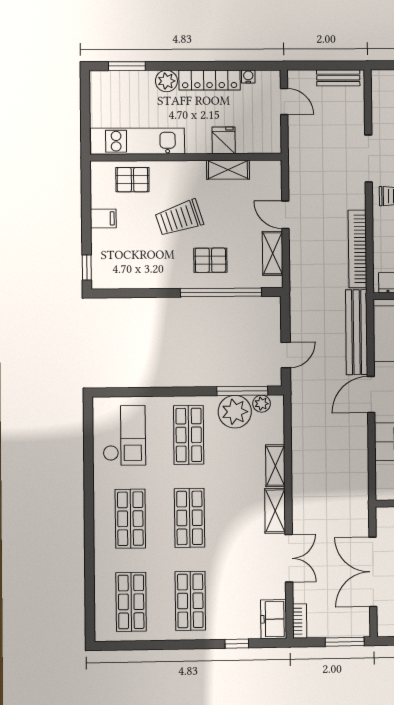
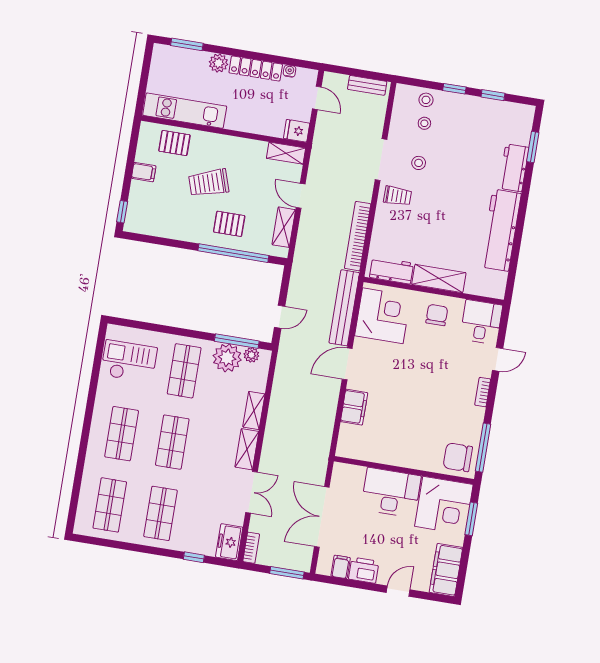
fridge: (224, 140) -> (297, 131), moved, turned -90
shelving: (228, 170) -> (286, 153), moved
checkout: (124, 435) -> (129, 361), turned -90

